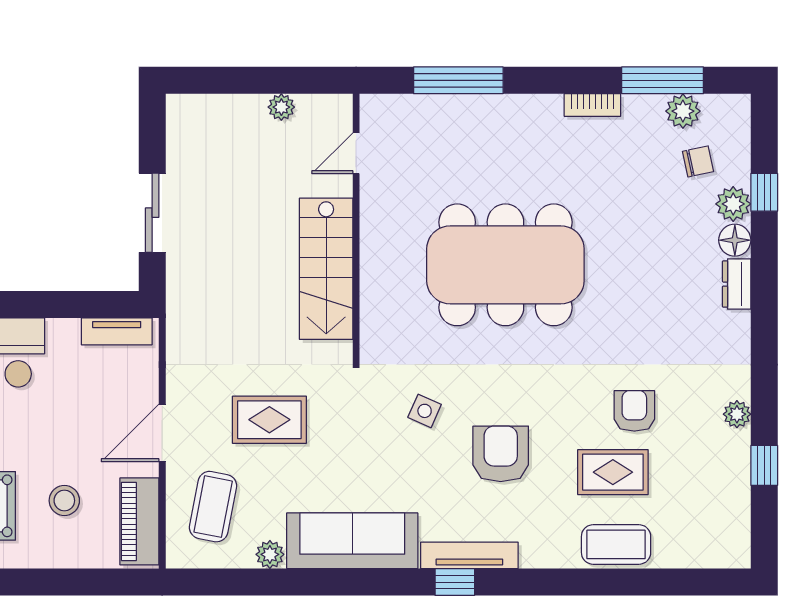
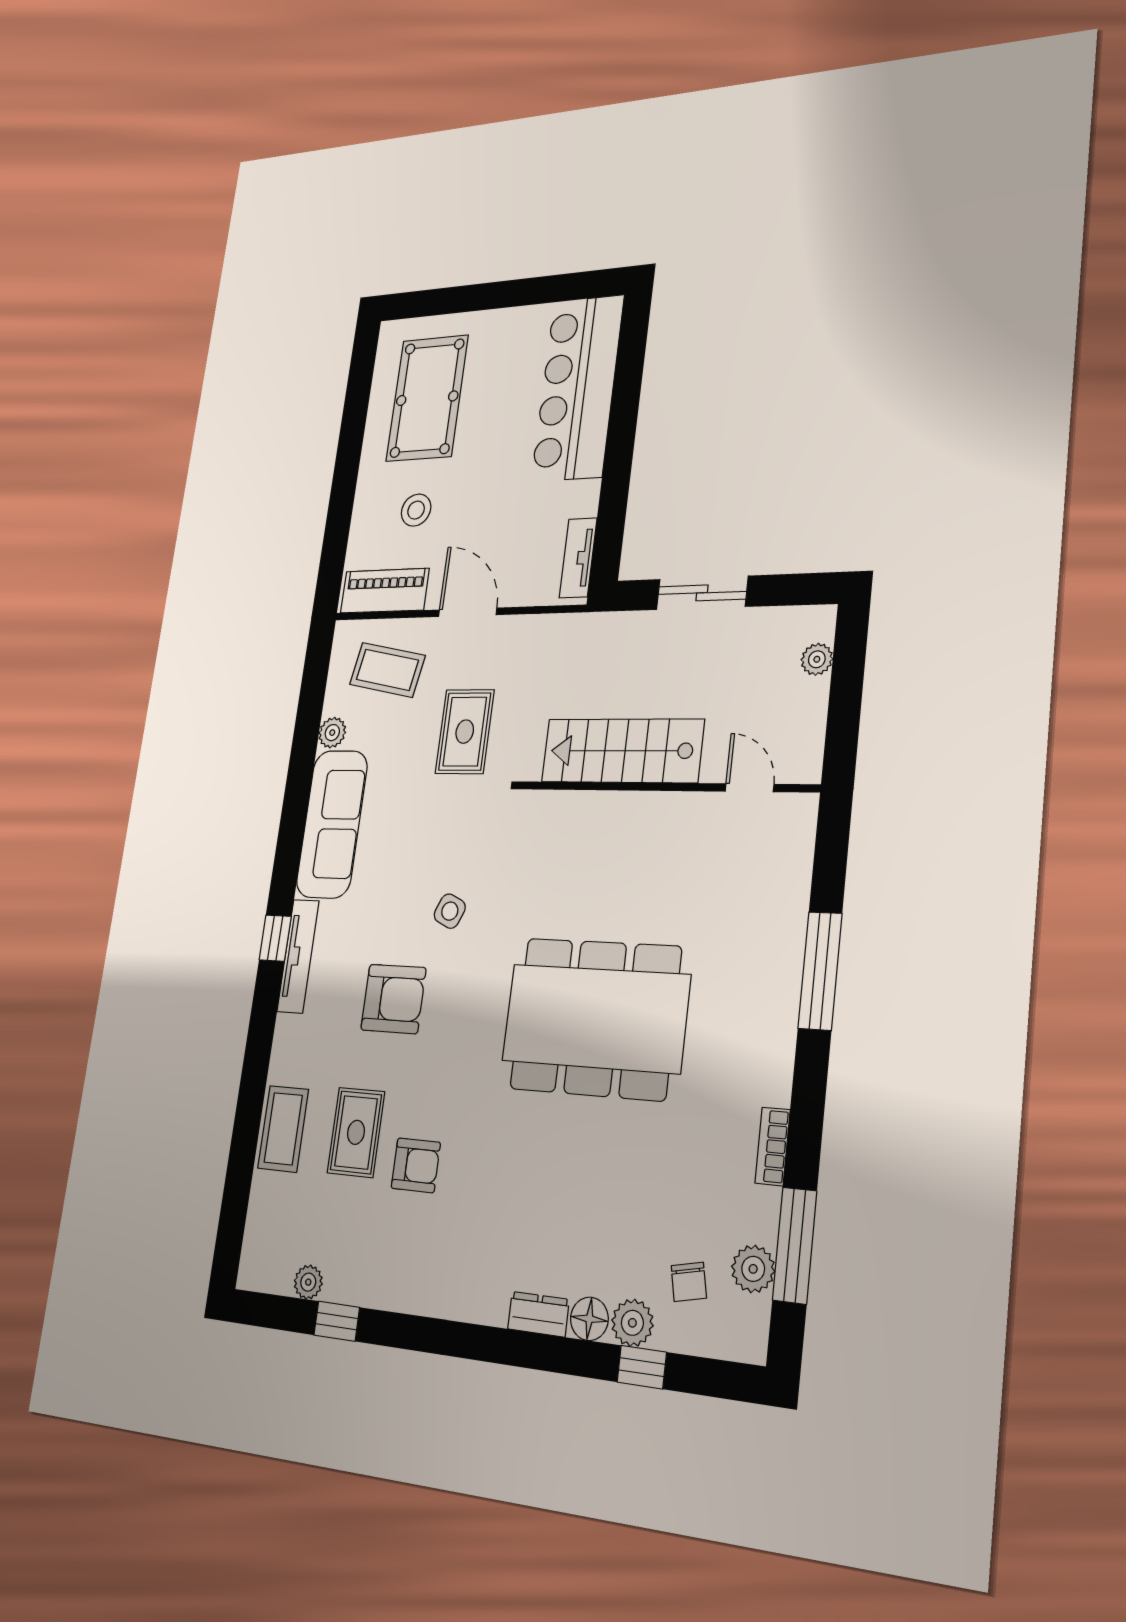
plant: (281, 107) -> (817, 659), moved
door: (356, 153) -> (749, 788), moved
wall: (356, 228) -> (664, 787), moved
dining table: (505, 265) -> (595, 1018), turned 90
stairs: (326, 269) -> (622, 751), moved
plant: (737, 414) -> (308, 1282), moved

